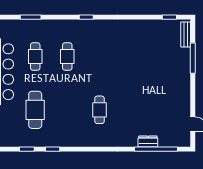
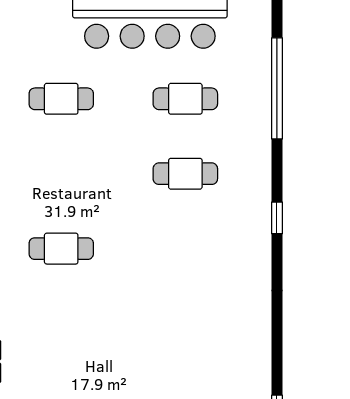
window: (31, 17) -> (277, 88), width x2.11
cafe table: (35, 110) -> (61, 99), width x0.73, depth x0.74

